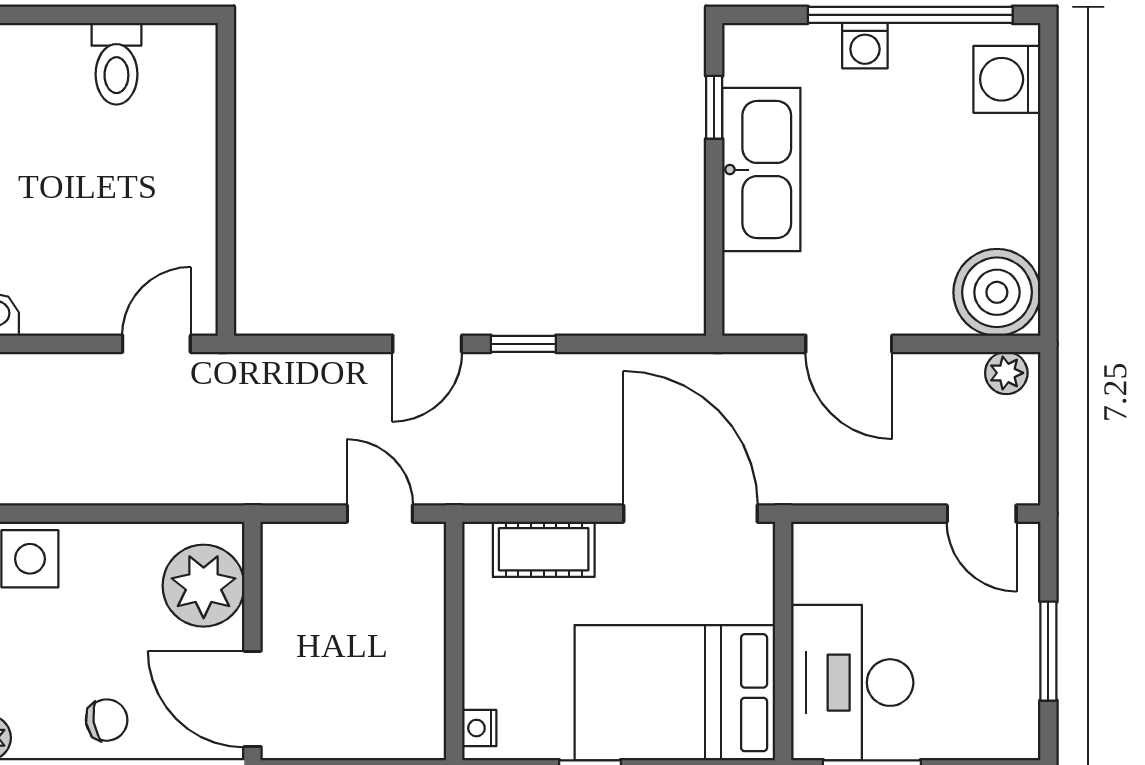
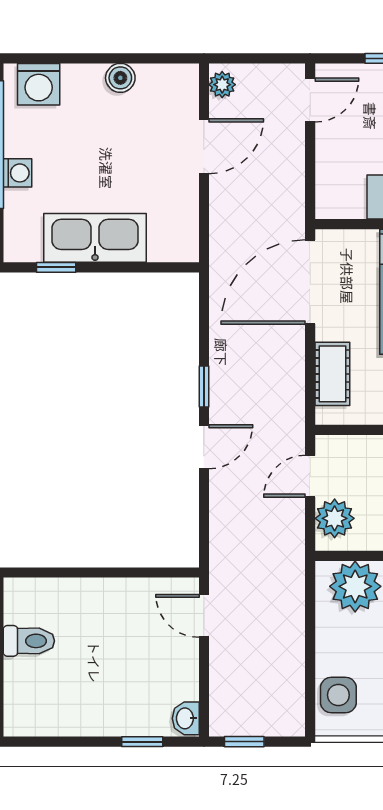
boiler: (997, 292) -> (120, 78), moved, width x0.54, depth x0.54
door: (427, 344) -> (204, 447), hinge flipped
door: (849, 344) -> (204, 146), moved
plant: (312, 553) -> (335, 518), added

